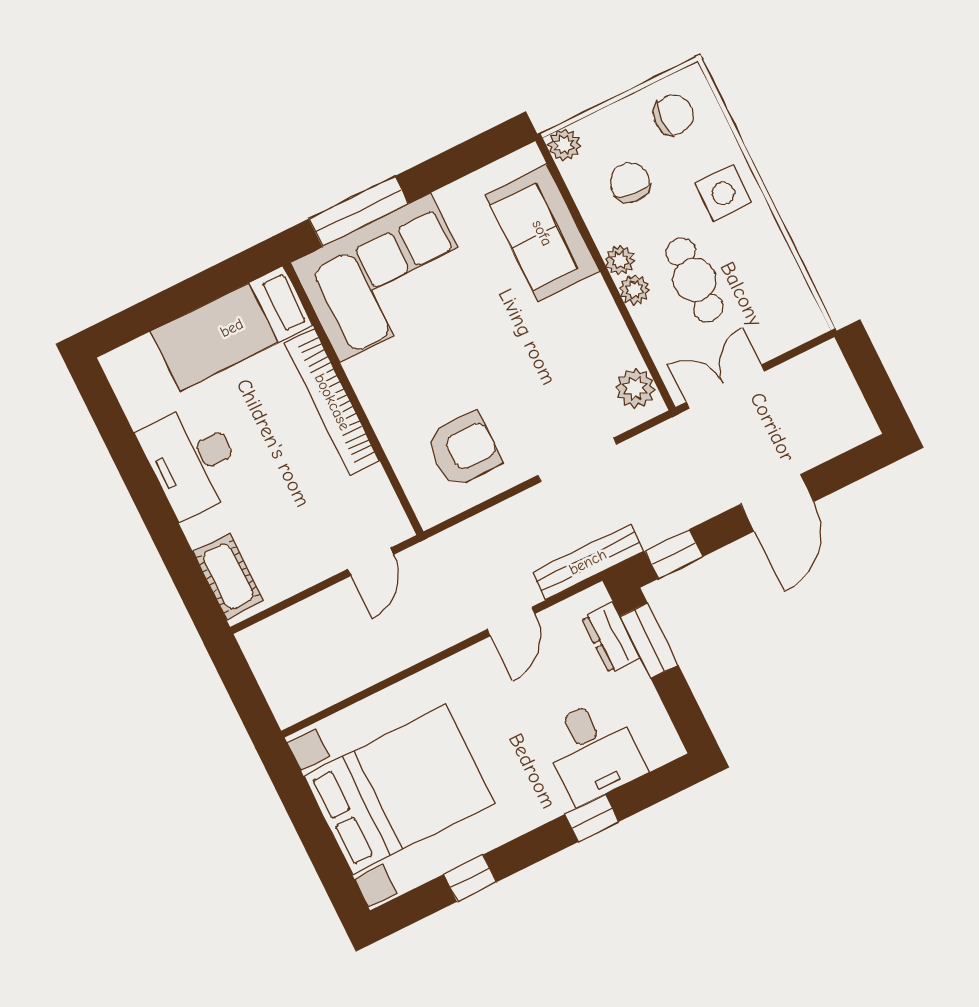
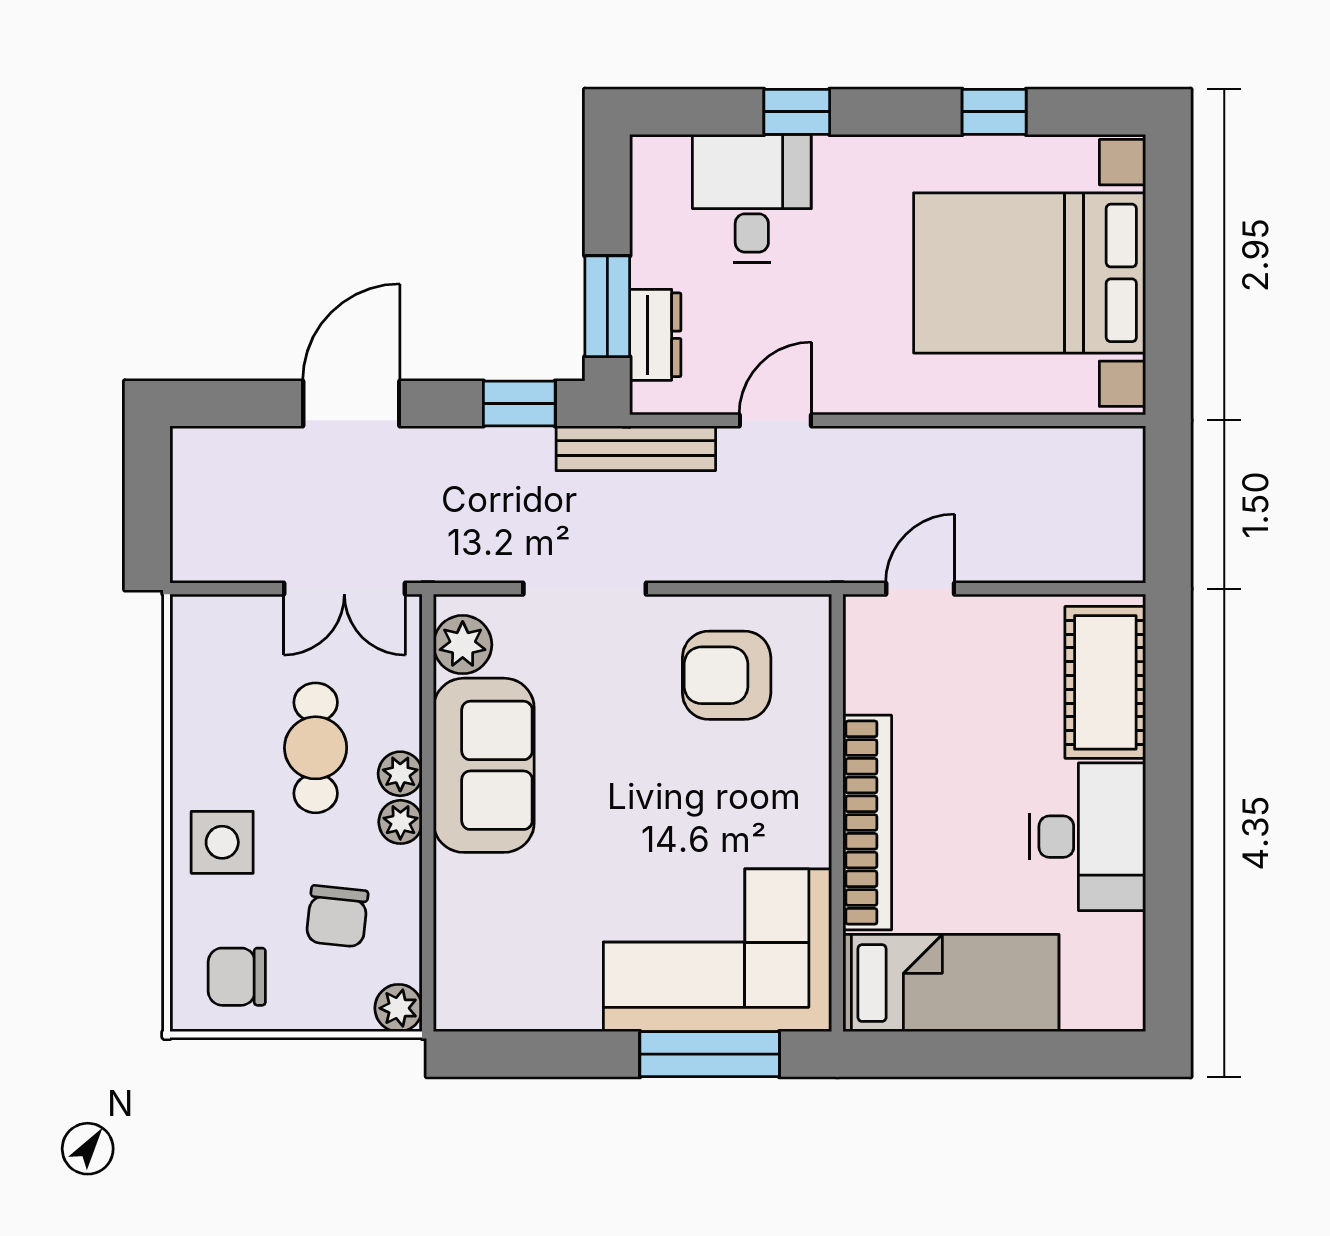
sofa: (542, 233) -> (484, 765), moved
cot: (228, 576) -> (1105, 682), width x1.37, depth x1.34

